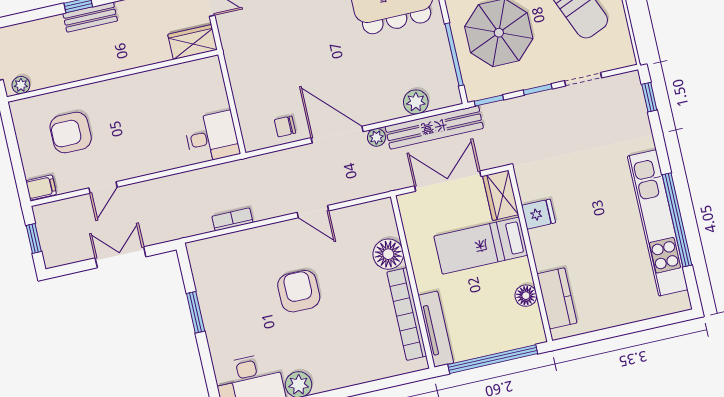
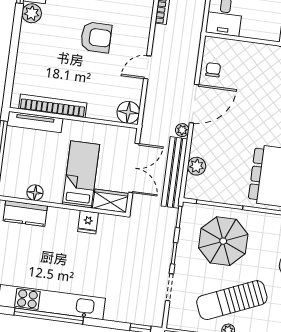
floor lamp: (388, 254) -> (128, 112), moved

